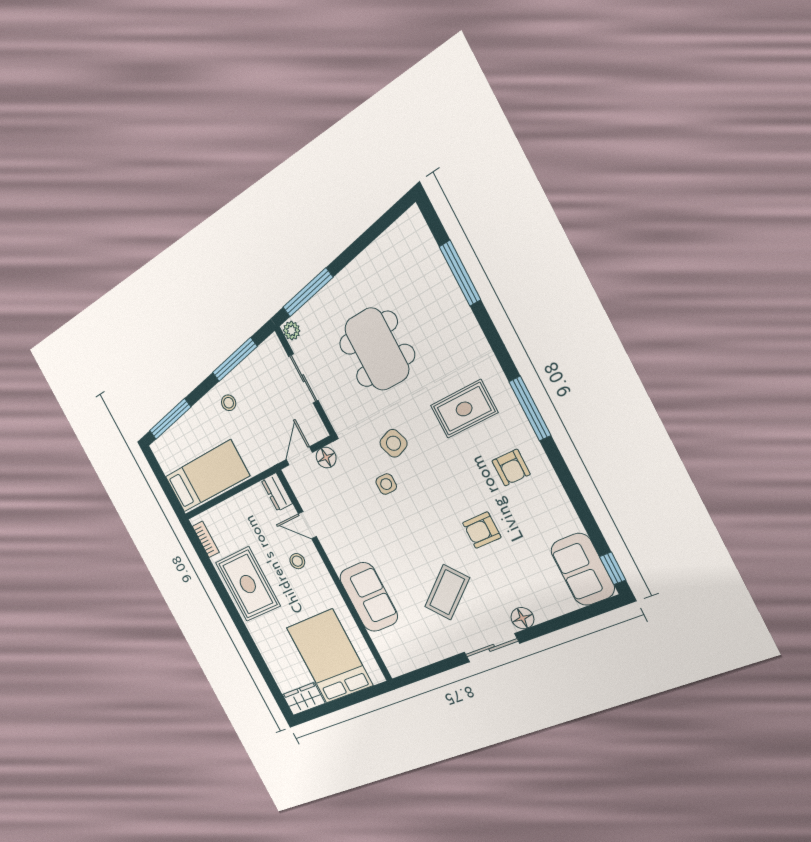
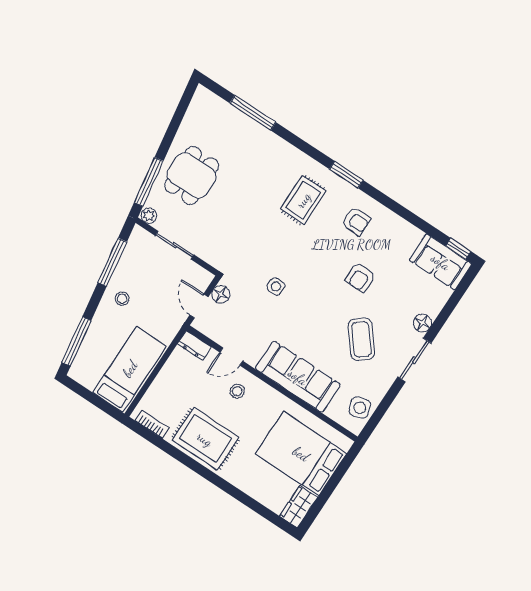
dining table: (377, 349) -> (191, 175), moved, width x0.73
window: (530, 409) -> (346, 175), width x0.69
side table: (394, 443) -> (360, 408), moved
sofa: (369, 597) -> (298, 377), width x1.36

